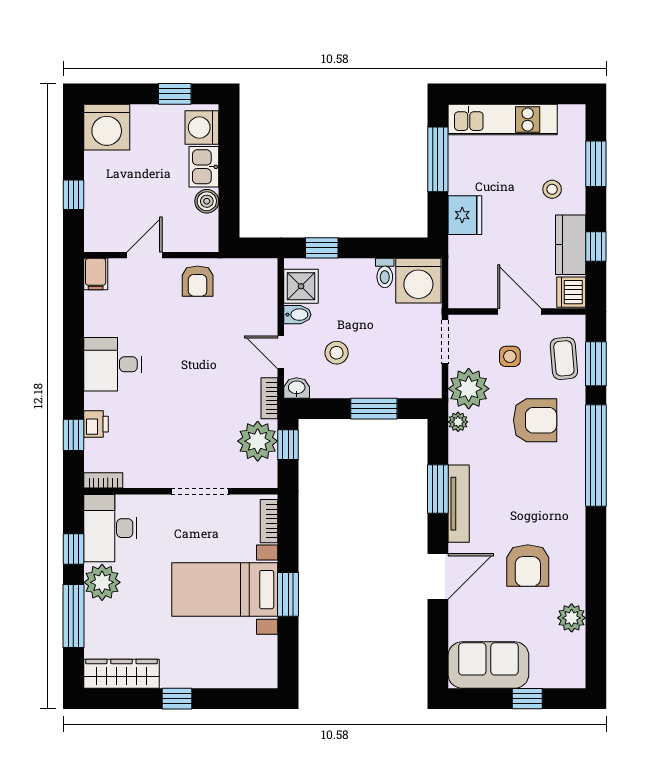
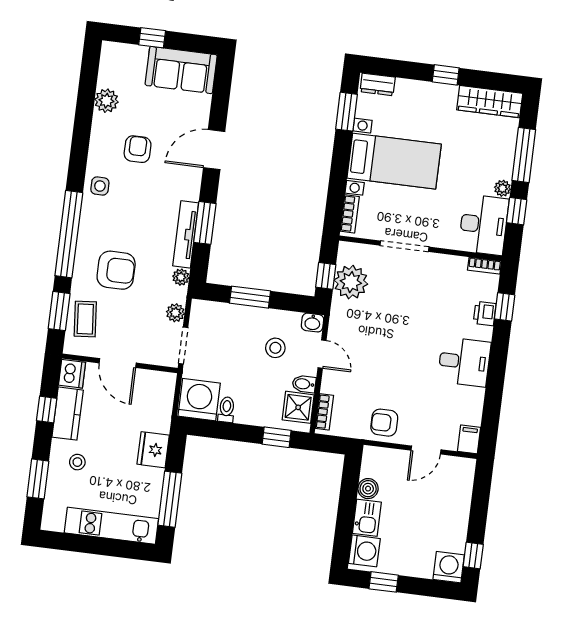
washing machine: (107, 127) -> (449, 567), width x0.73, depth x0.73
window: (73, 195) -> (473, 555), moved
armchair: (198, 281) -> (384, 423), turned -90
side table: (510, 356) -> (100, 186), moved
plant: (469, 389) -> (175, 313), width x0.53, depth x0.53
bookcase: (269, 398) -> (324, 412), moved
armchair: (535, 420) -> (116, 270), turned 180
tv unit: (459, 504) -> (186, 234), moved
armchair: (528, 566) -> (138, 149), width x0.72, depth x0.72
plant: (102, 582) -> (503, 188), width x0.53, depth x0.53
window: (288, 594) -> (347, 112), moved
dresser: (256, 677) -> (378, 84), added

